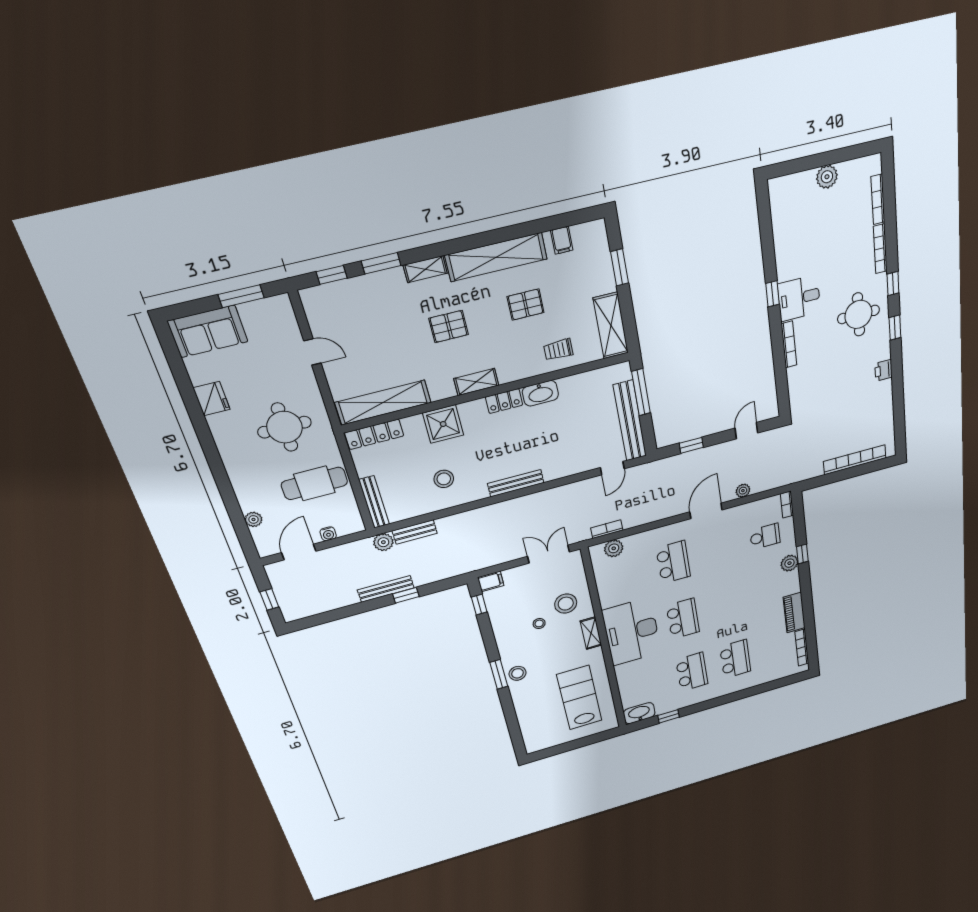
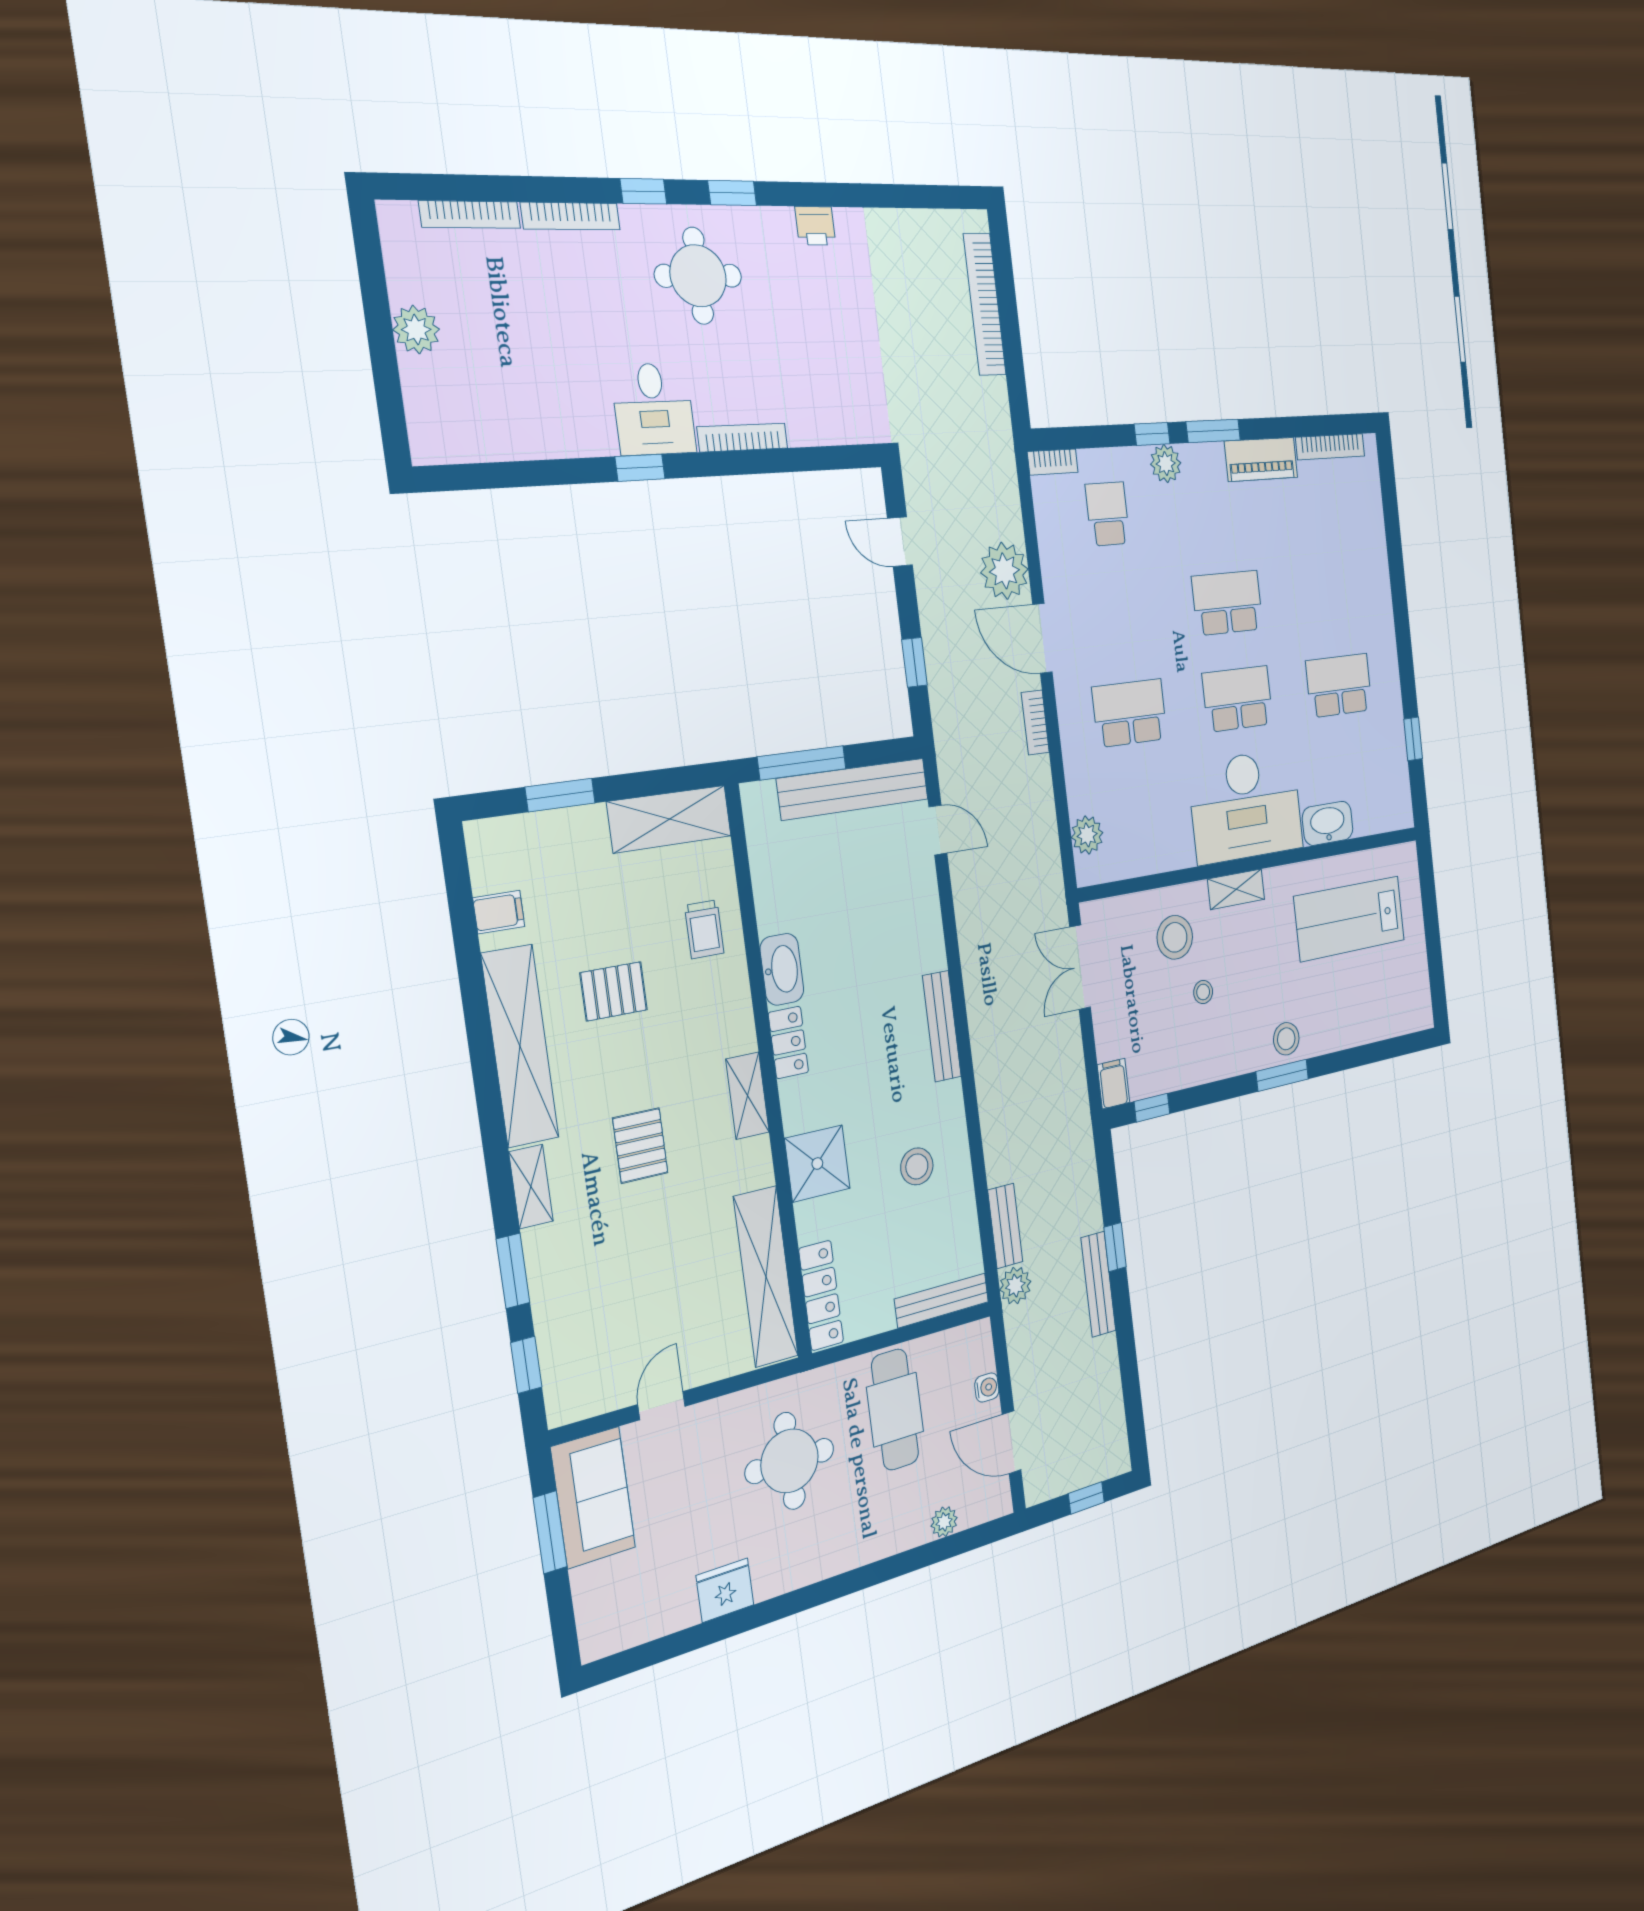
pallet: (526, 305) -> (614, 991), turned 90
sofa: (208, 331) -> (593, 1497), moved
plant: (743, 491) -> (1004, 571), width x1.88, depth x1.88
bookcase: (607, 529) -> (1035, 722), moved
window: (806, 585) -> (1213, 431), added
school desk: (735, 659) -> (1227, 603), moved
washbasin: (639, 713) -> (1328, 823), moved, turned 90

